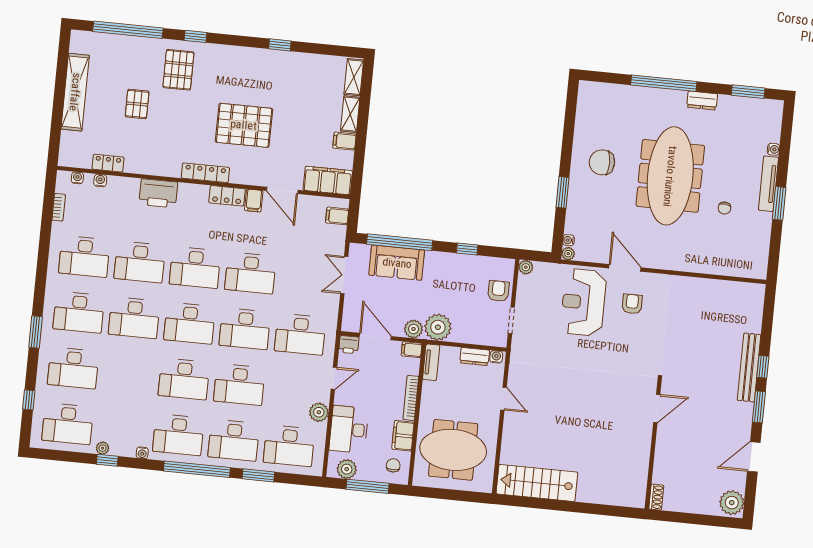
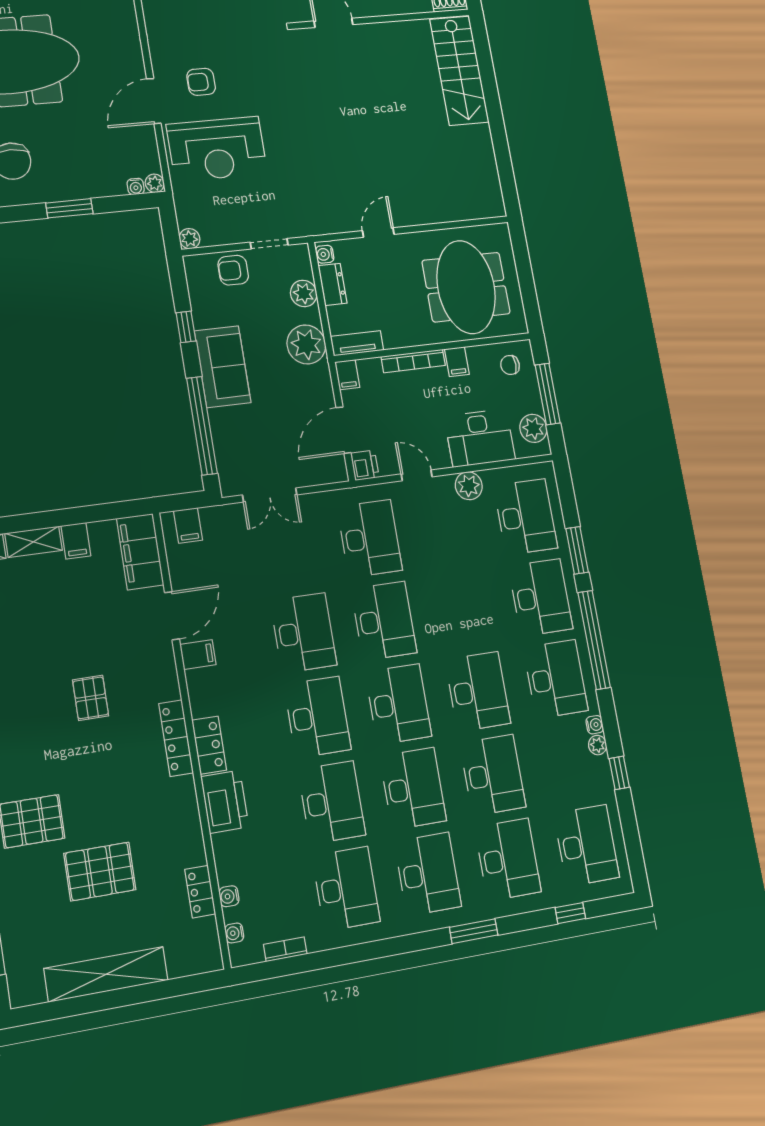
pallet: (137, 104) -> (100, 871), width x1.50, depth x1.42
pallet: (244, 125) -> (91, 698), width x0.49, depth x0.50
locker: (227, 196) -> (209, 745), moved
sofa: (397, 263) -> (223, 367), moved
plant: (413, 329) -> (304, 293), moved
desk: (239, 385) -> (493, 775), moved
filing cabinet: (403, 436) -> (457, 362), width x0.50
plant: (103, 448) -> (598, 745), moved
stairs: (537, 483) -> (459, 71), moved

